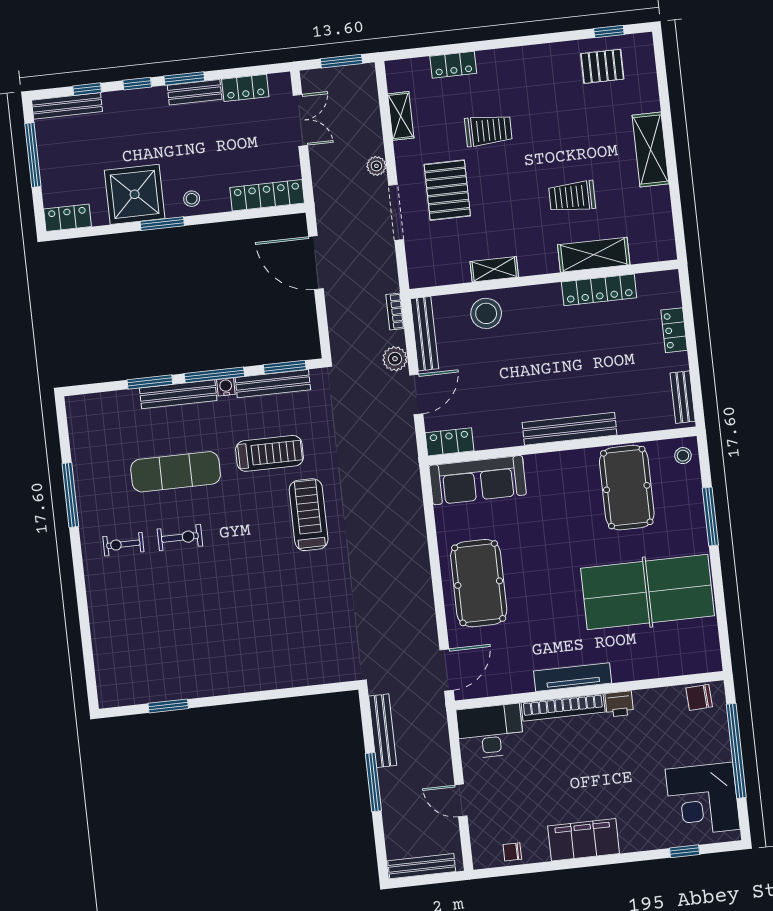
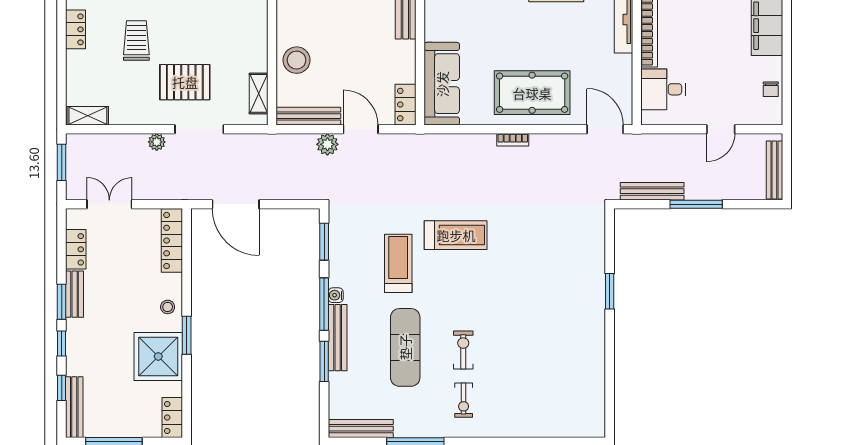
locker: (453, 65) -> (76, 29), moved
shelving: (401, 116) -> (88, 116), moved
door: (316, 263) -> (236, 204), hinge flipped
shelving: (494, 269) -> (259, 93), moved
bookcase: (395, 311) -> (513, 140), moved
bench: (273, 384) -> (361, 429), moved, turned 90
treadmill: (309, 515) -> (456, 235), turned 180
window: (168, 706) -> (610, 291), moved
desk: (490, 731) -> (663, 89), width x0.73

